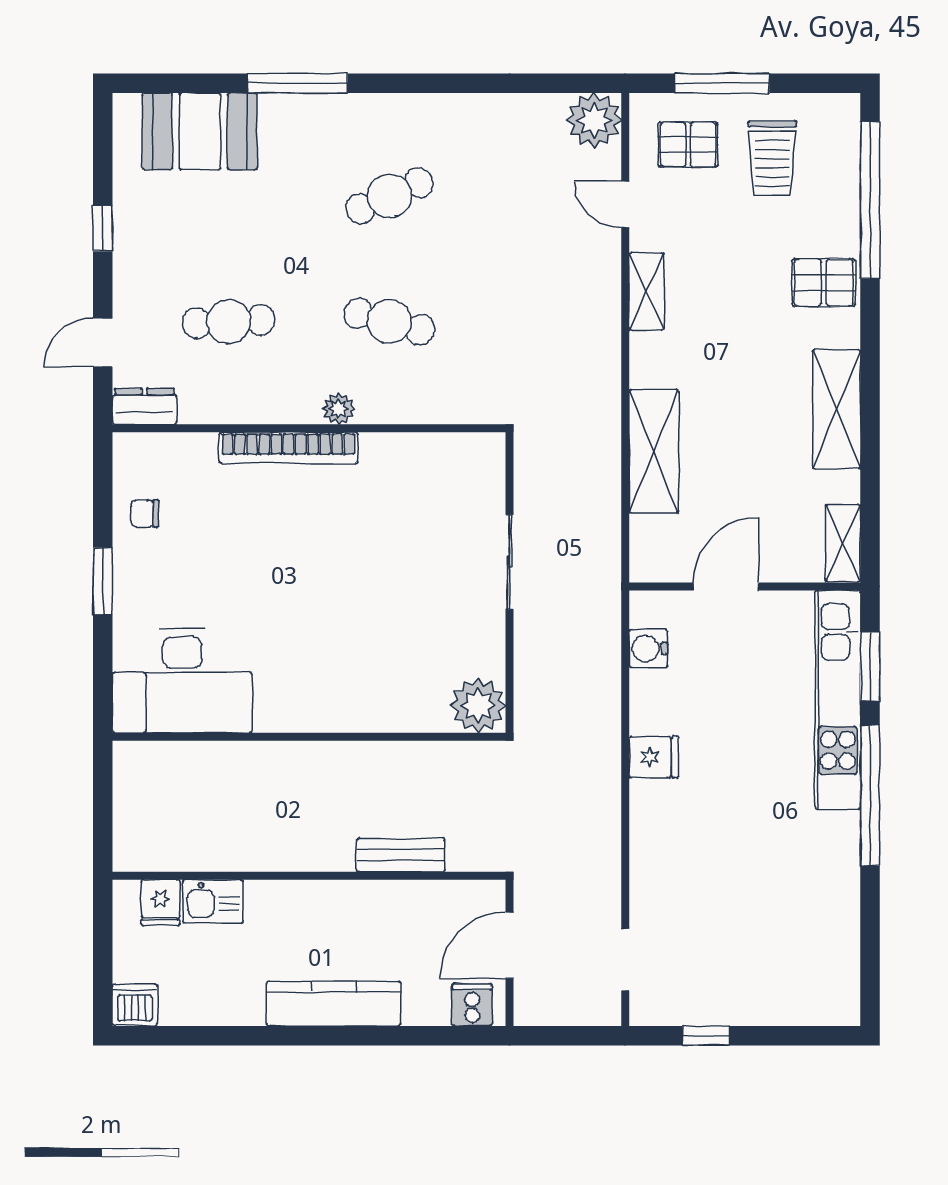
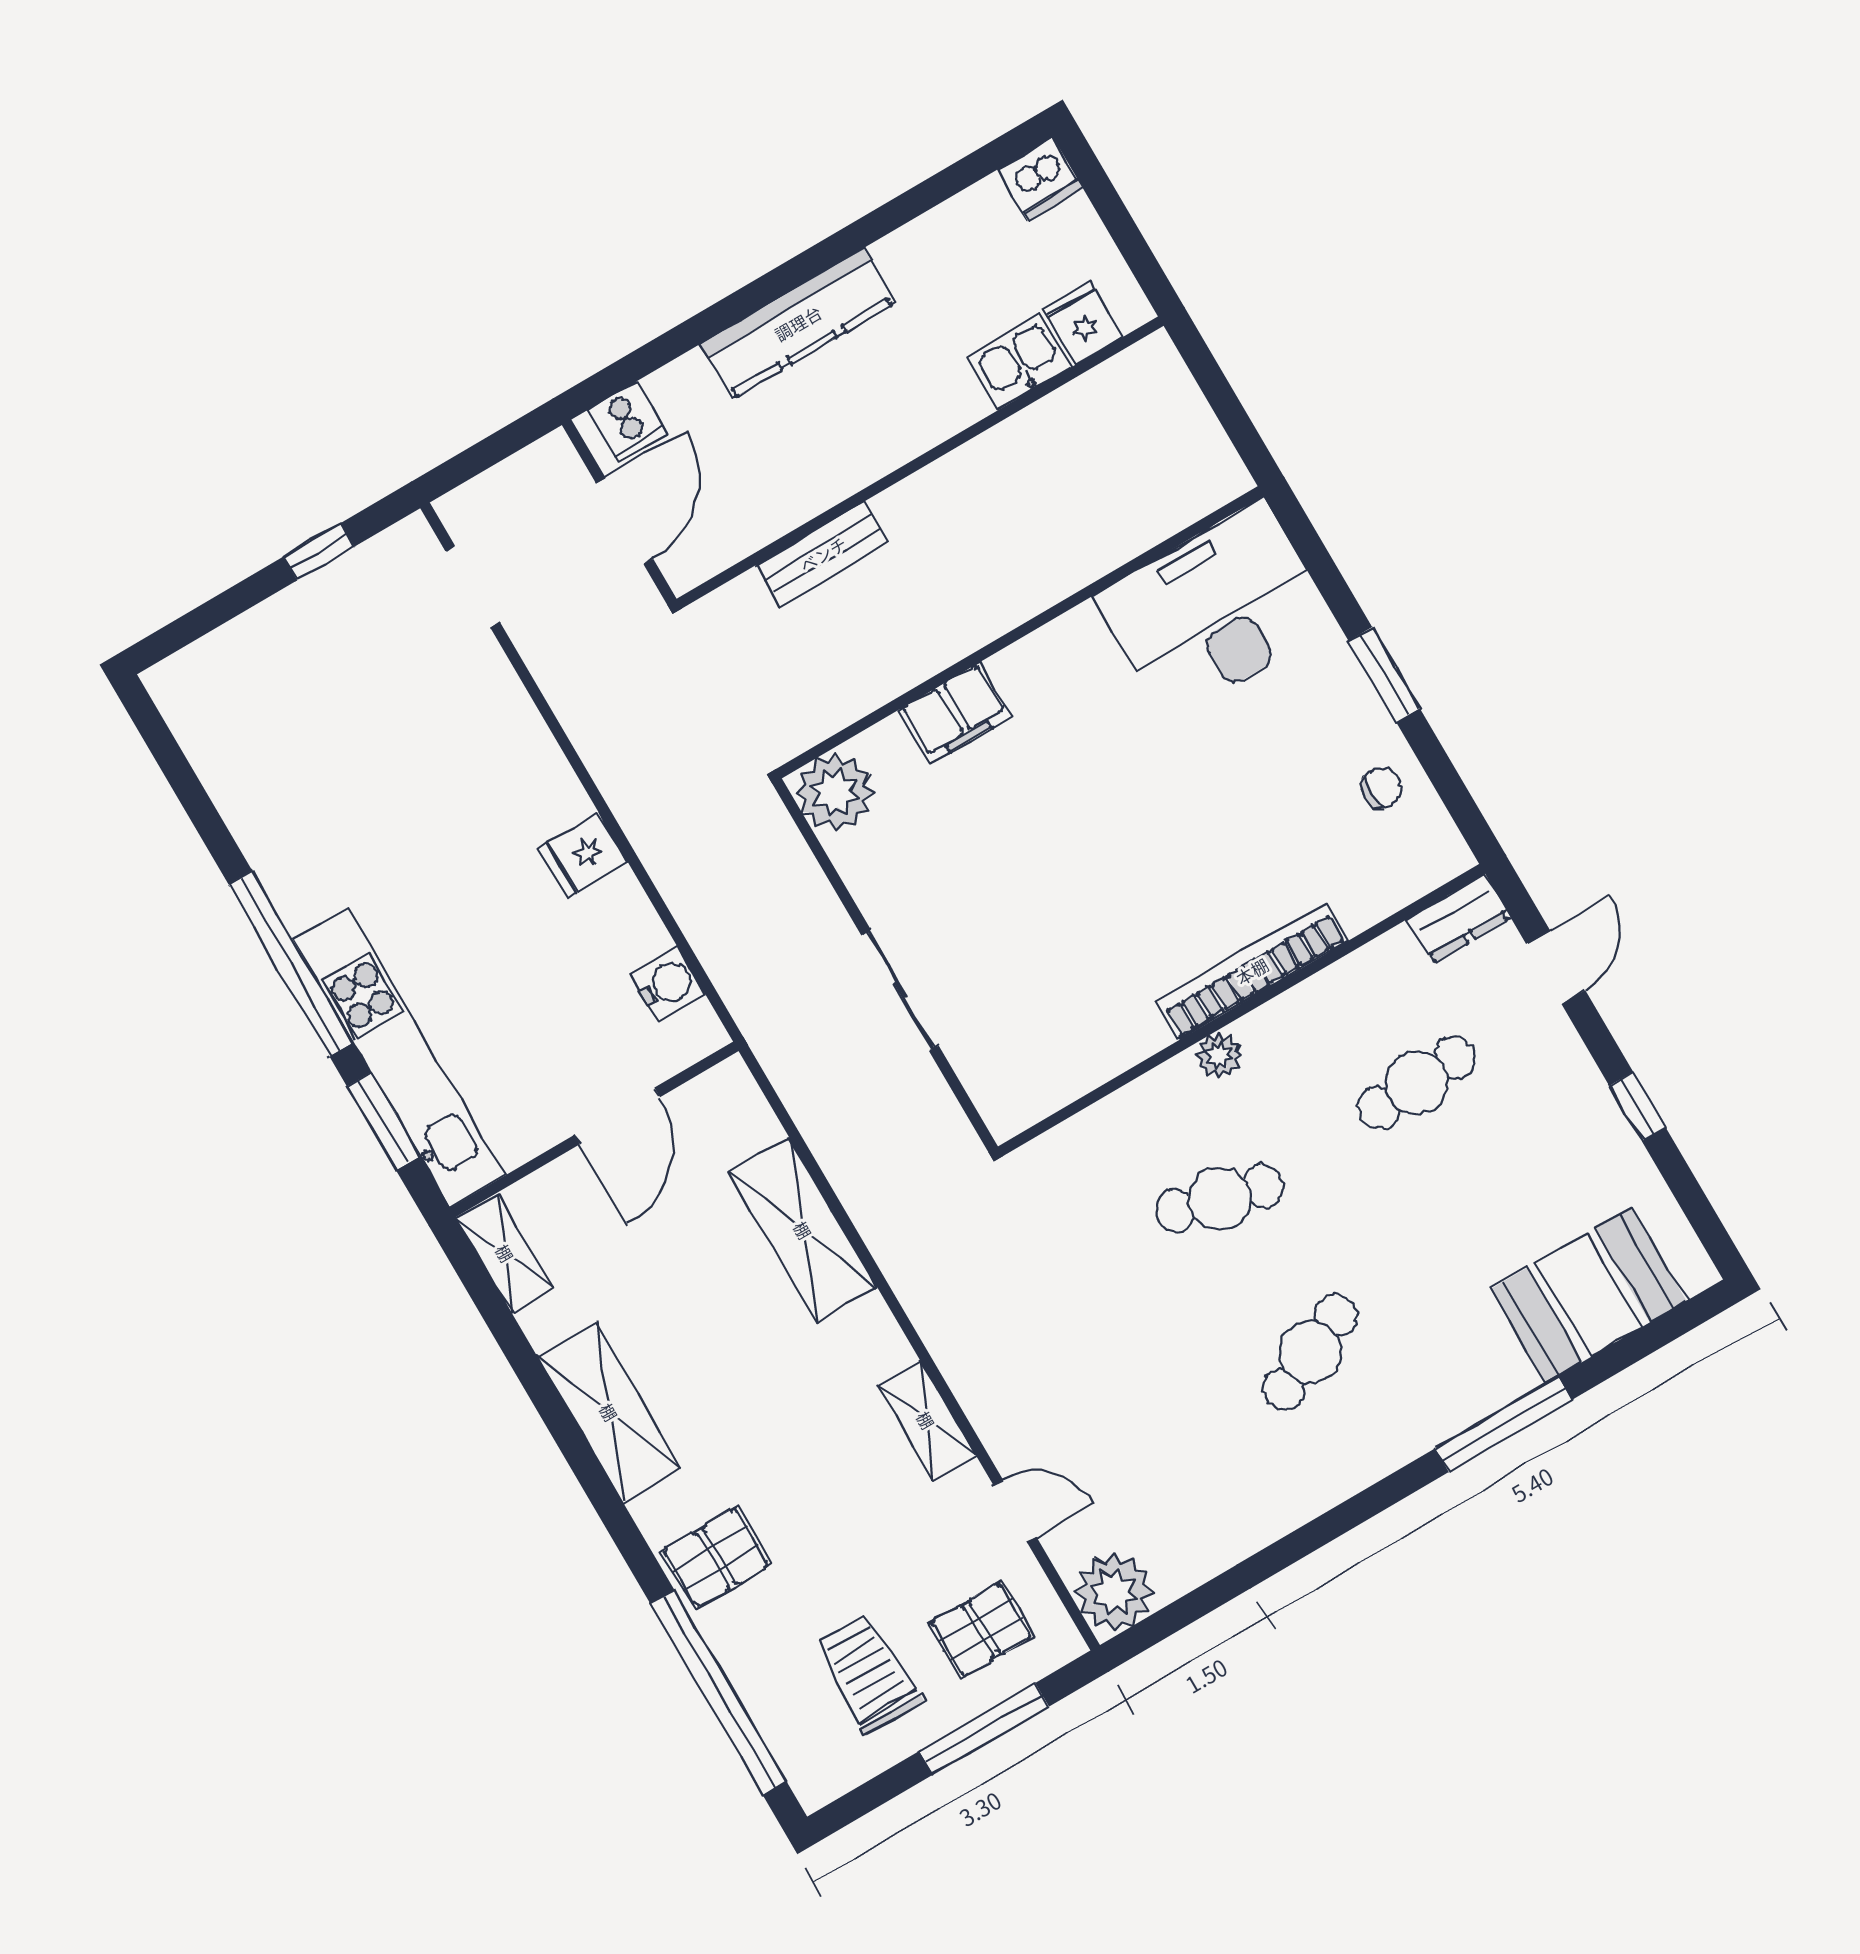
filing cabinet: (377, 711) -> (955, 713), added

